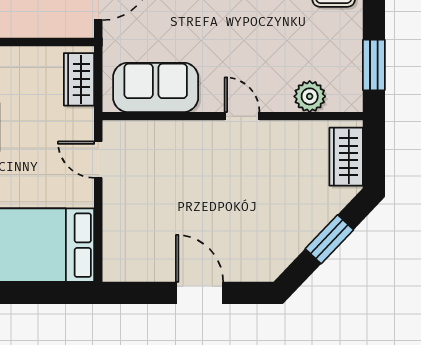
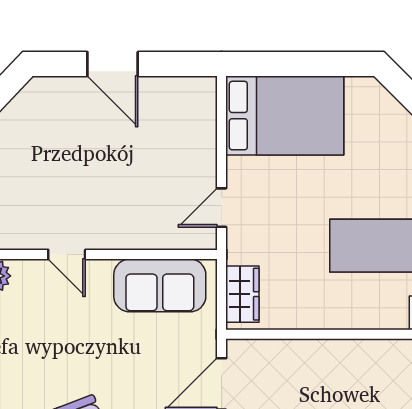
door: (98, 160) -> (222, 208), swing flipped

